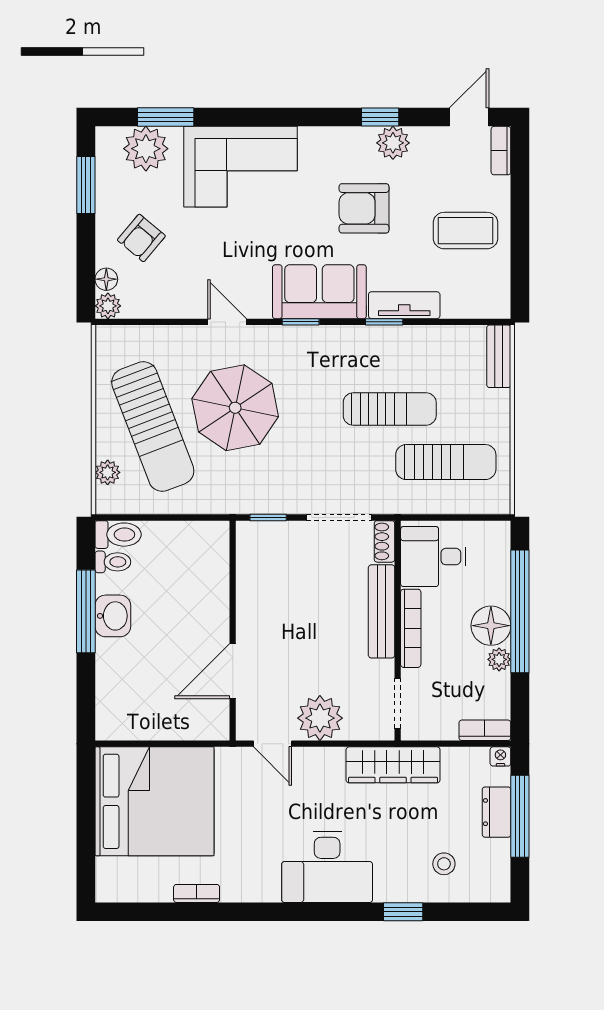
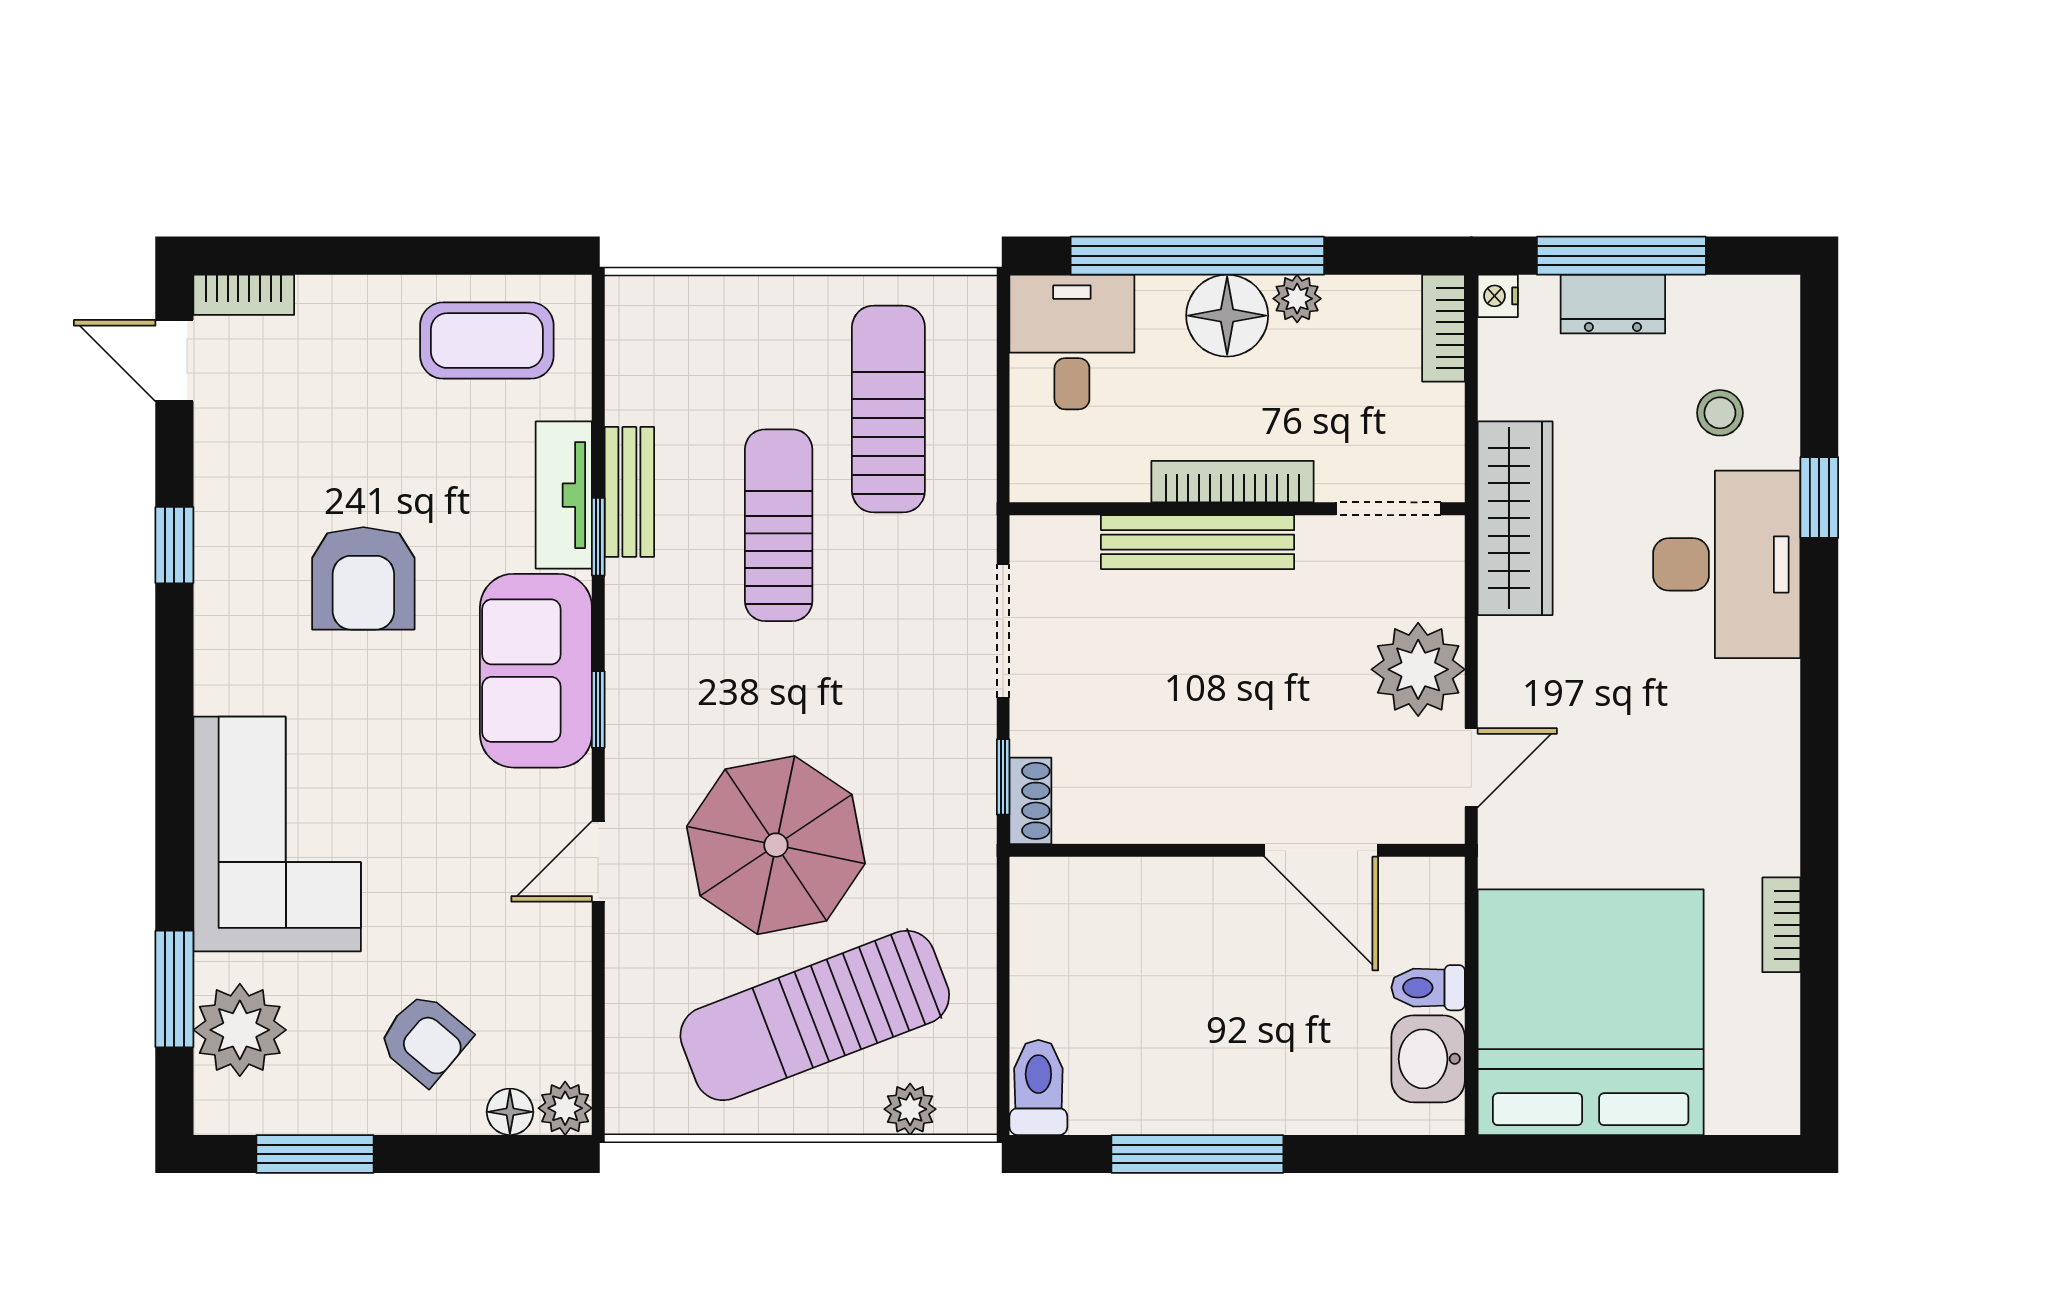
plant: (393, 143) -> (228, 518), removed
coffee table: (466, 231) -> (487, 341), moved, turned 90
bench: (499, 356) -> (629, 492), moved, turned 90
sun lounger: (153, 426) -> (815, 1016), turned 180
shoe rack: (384, 541) -> (1030, 801), moved, turned -90
desk: (433, 557) -> (1072, 342), moved, turned 180
toilet: (113, 562) -> (1428, 988), moved, turned -90
washbasin: (113, 616) -> (1428, 1059), moved, turned -90
desk: (327, 867) -> (1727, 564), moved

